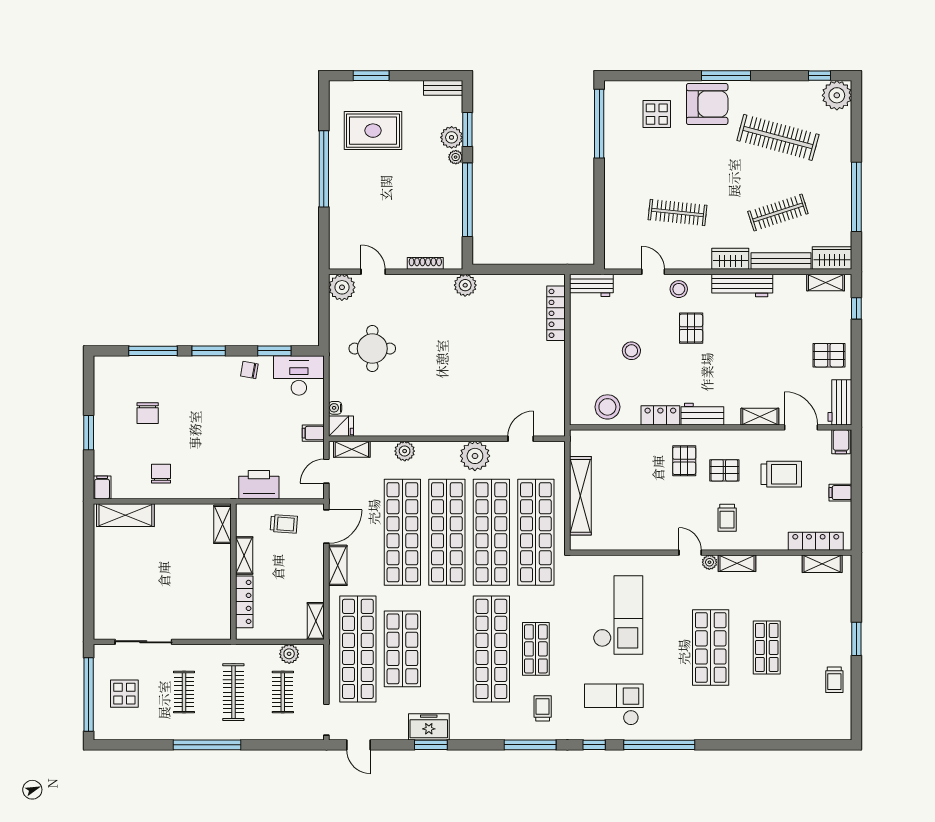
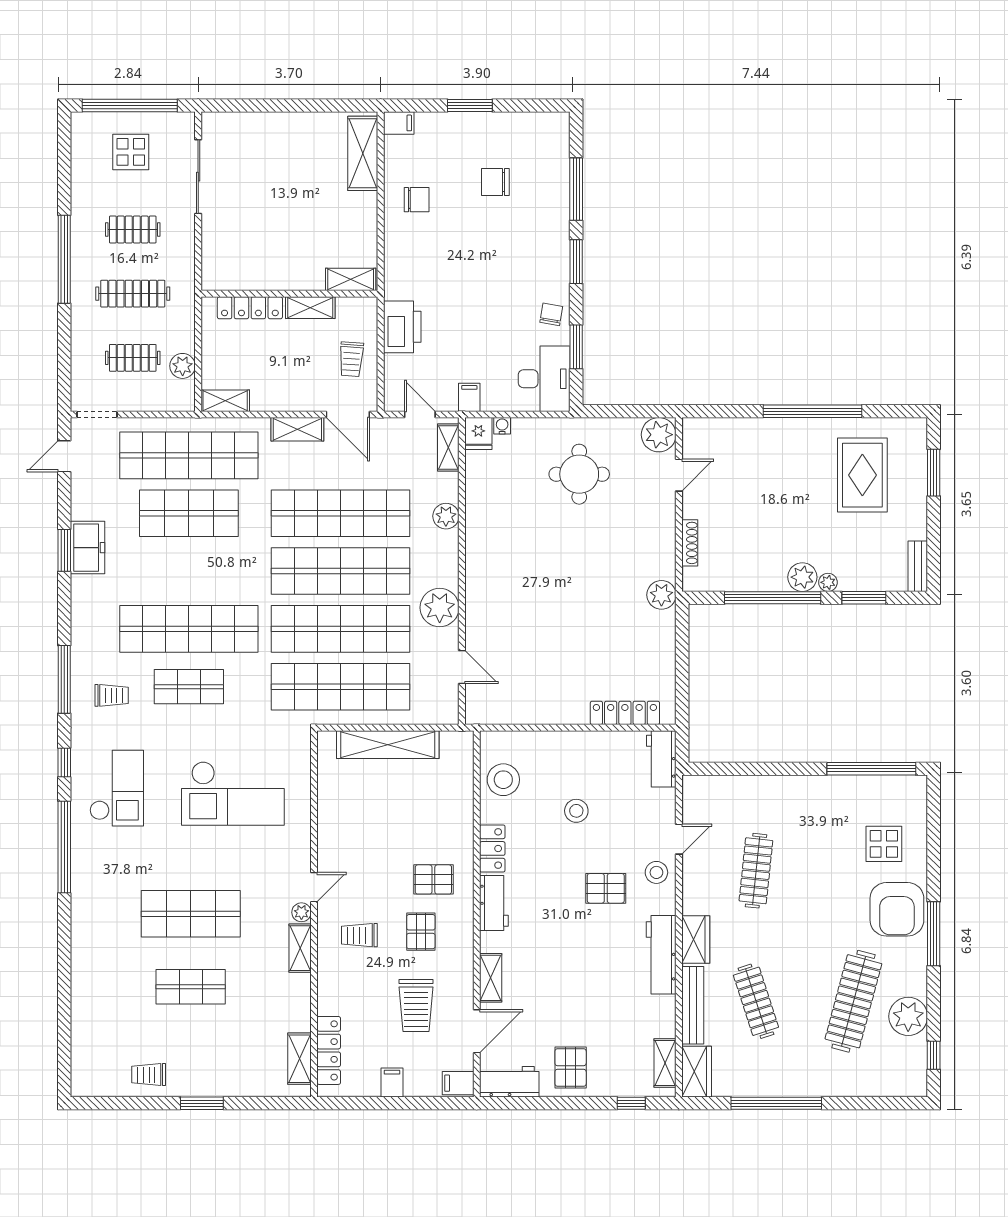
plant: (837, 95) -> (908, 1016), moved
plant: (452, 137) -> (802, 577), moved

